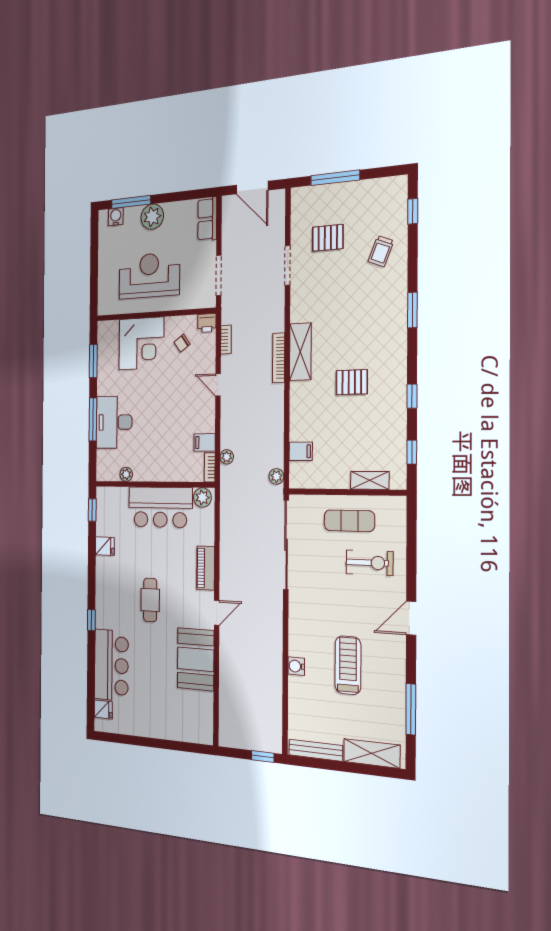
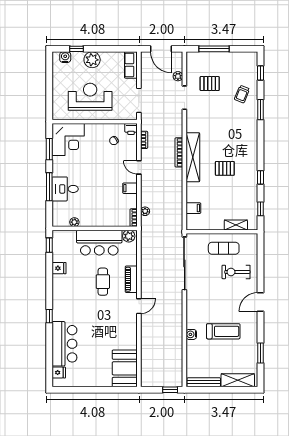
window: (131, 202) -> (77, 49), width x0.46
window: (412, 310) -> (260, 110), moved
corner desk: (141, 343) -> (68, 139), moved
shelving: (300, 352) -> (193, 157), width x1.47
desk: (114, 422) -> (65, 189), width x0.73
filing cabinet: (205, 442) -> (130, 188), moved
plant: (276, 476) -> (178, 76), moved
exercise bike: (370, 563) -> (236, 272), turned 180
cafe table: (150, 600) -> (103, 282), moved
booth: (196, 659) -> (125, 368), moved
treadmill: (348, 665) -> (223, 331), turned 90
window: (411, 709) -> (260, 353), width x0.69

